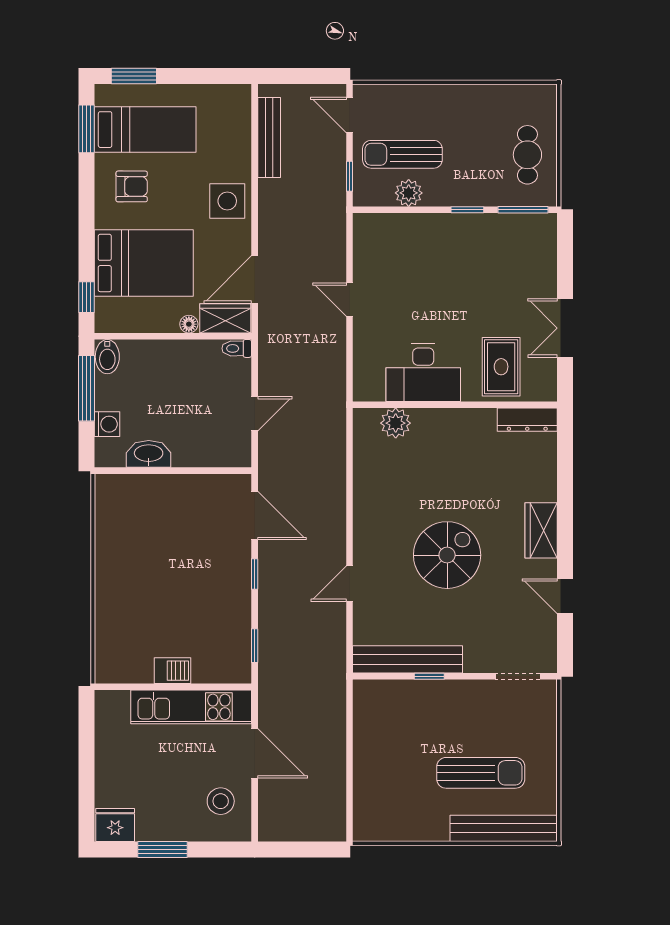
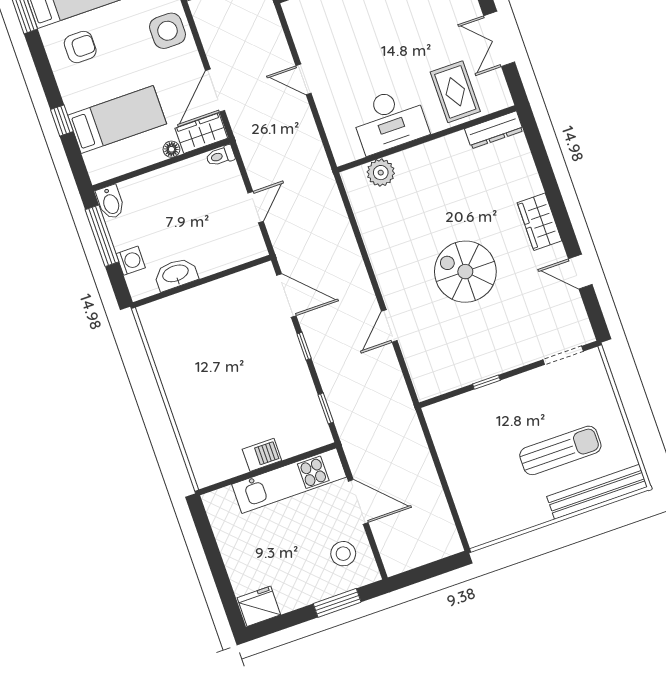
bed: (144, 263) -> (117, 119), width x0.67
window: (87, 297) -> (62, 120), moved
spiral stairs: (447, 555) -> (465, 272), turned -90
bench: (407, 659) -> (463, 374), removed
window: (162, 850) -> (337, 603), moved

